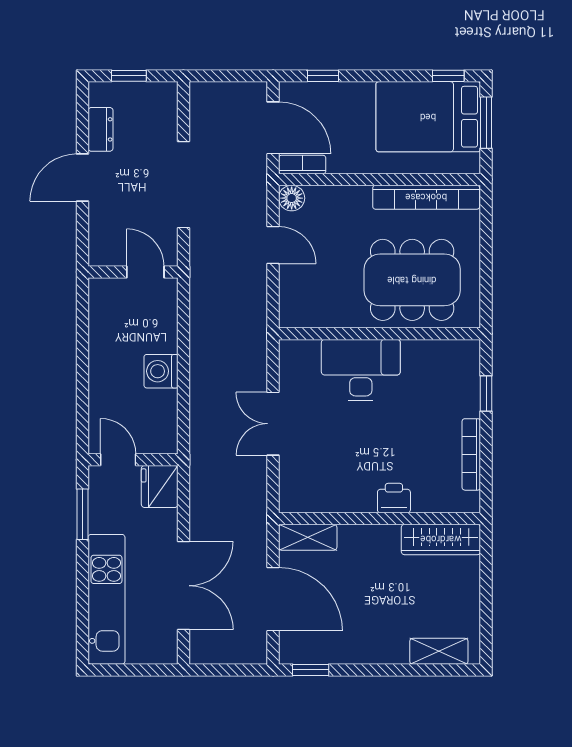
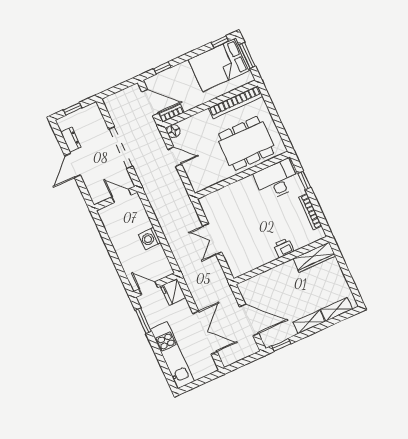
desk: (361, 370) -> (277, 180), moved
shelving: (308, 537) -> (309, 322), moved

